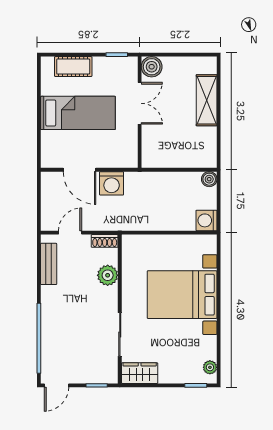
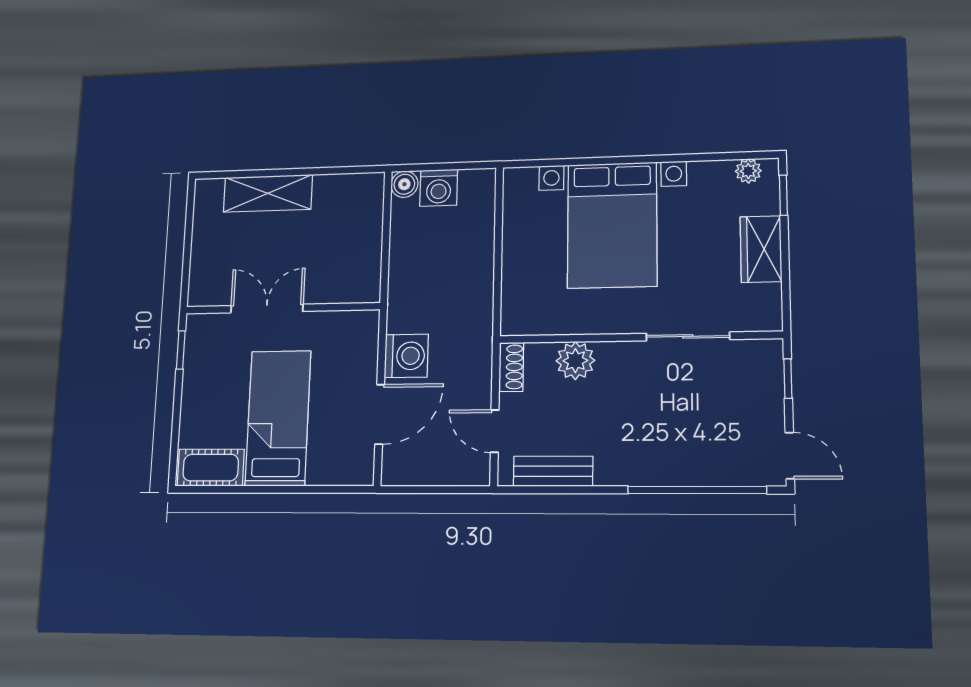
cot: (73, 67) -> (211, 468), moved, turned 90
boiler: (152, 67) -> (205, 289), removed
washing machine: (206, 220) -> (439, 188), moved
wardrobe: (140, 373) -> (761, 249), moved

